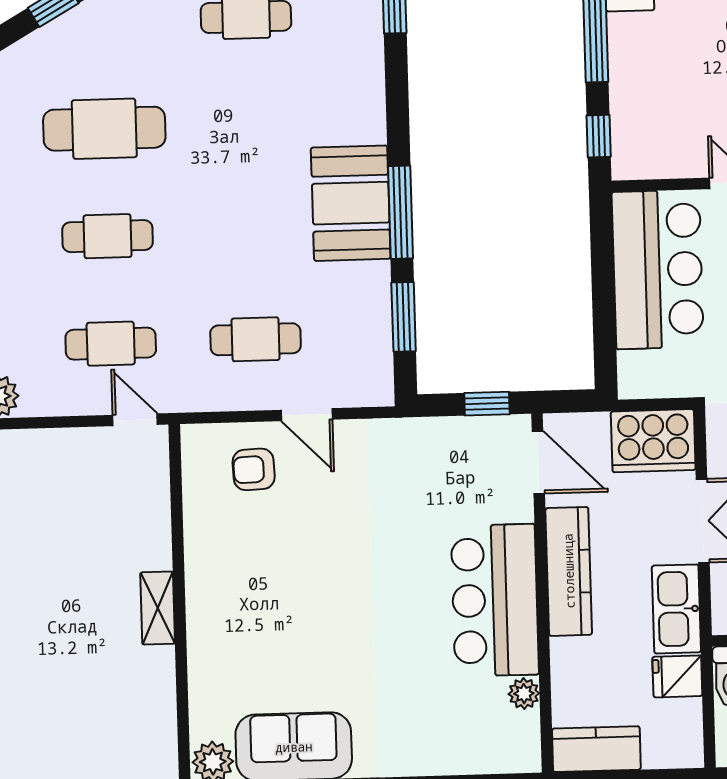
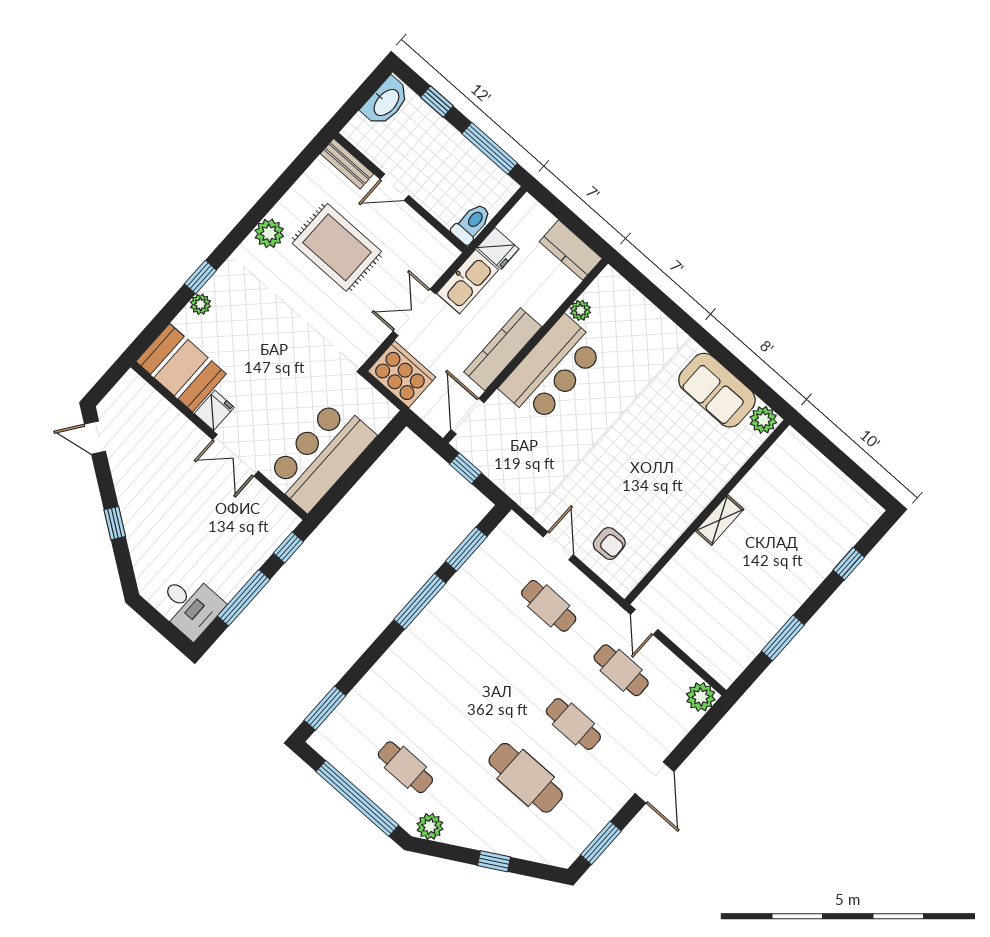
booth: (351, 203) -> (440, 629), removed

